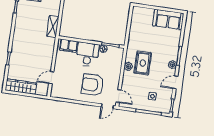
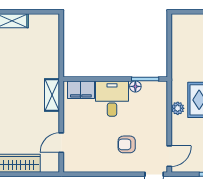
shelving: (53, 26) -> (52, 95), moved
armchair: (93, 85) -> (127, 144), width x0.53, depth x0.53
door: (119, 96) -> (169, 156), hinge flipped

